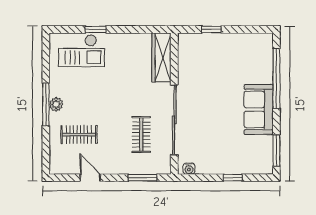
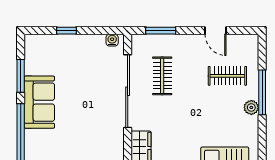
window: (46, 104) -> (262, 92), moved
window: (276, 150) -> (21, 76), moved

